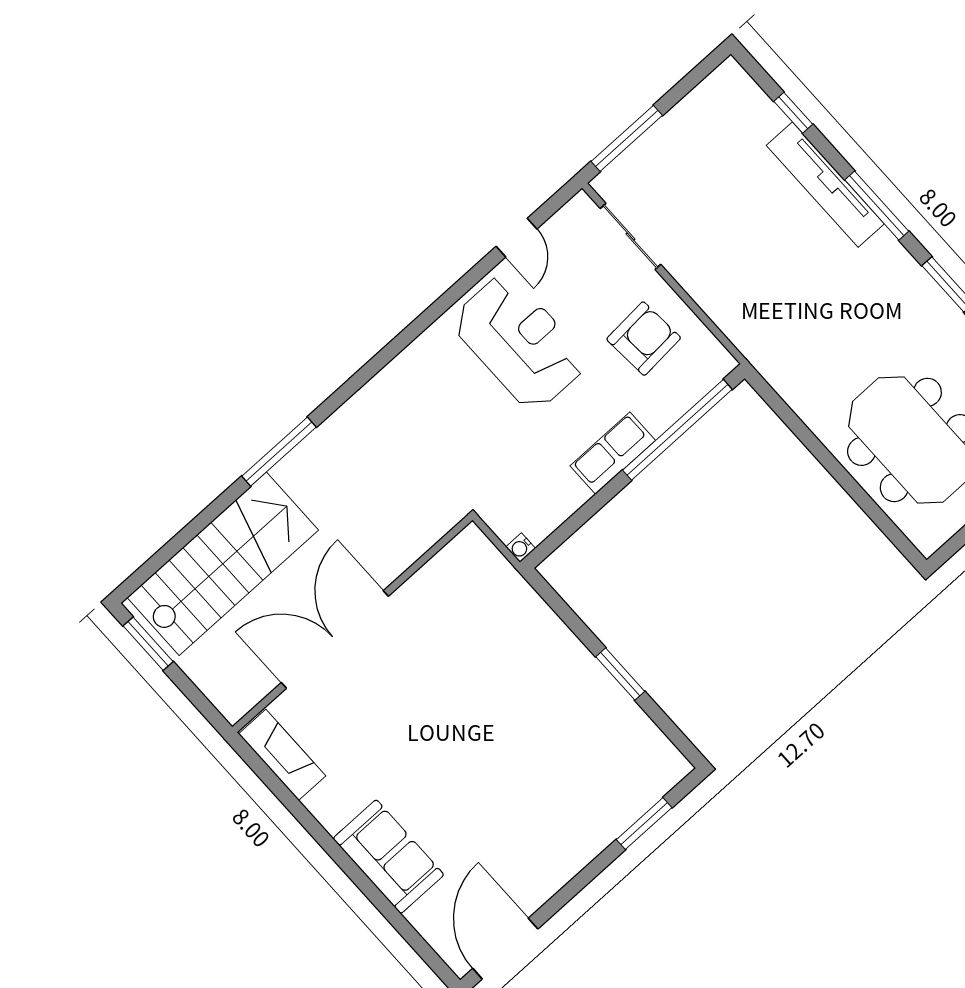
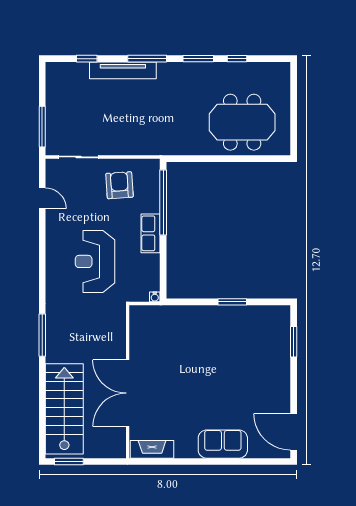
reception desk: (519, 342) -> (95, 261), moved, turned -90
window: (279, 452) -> (42, 335), moved

